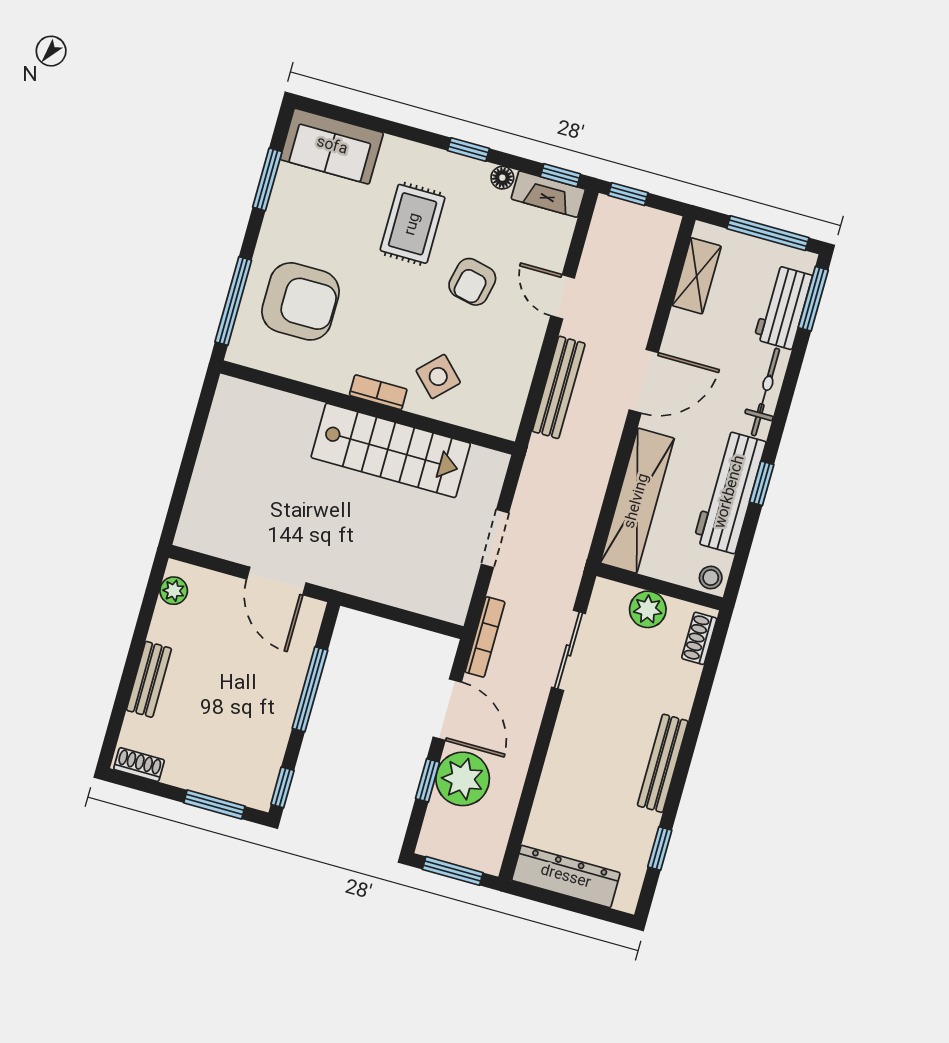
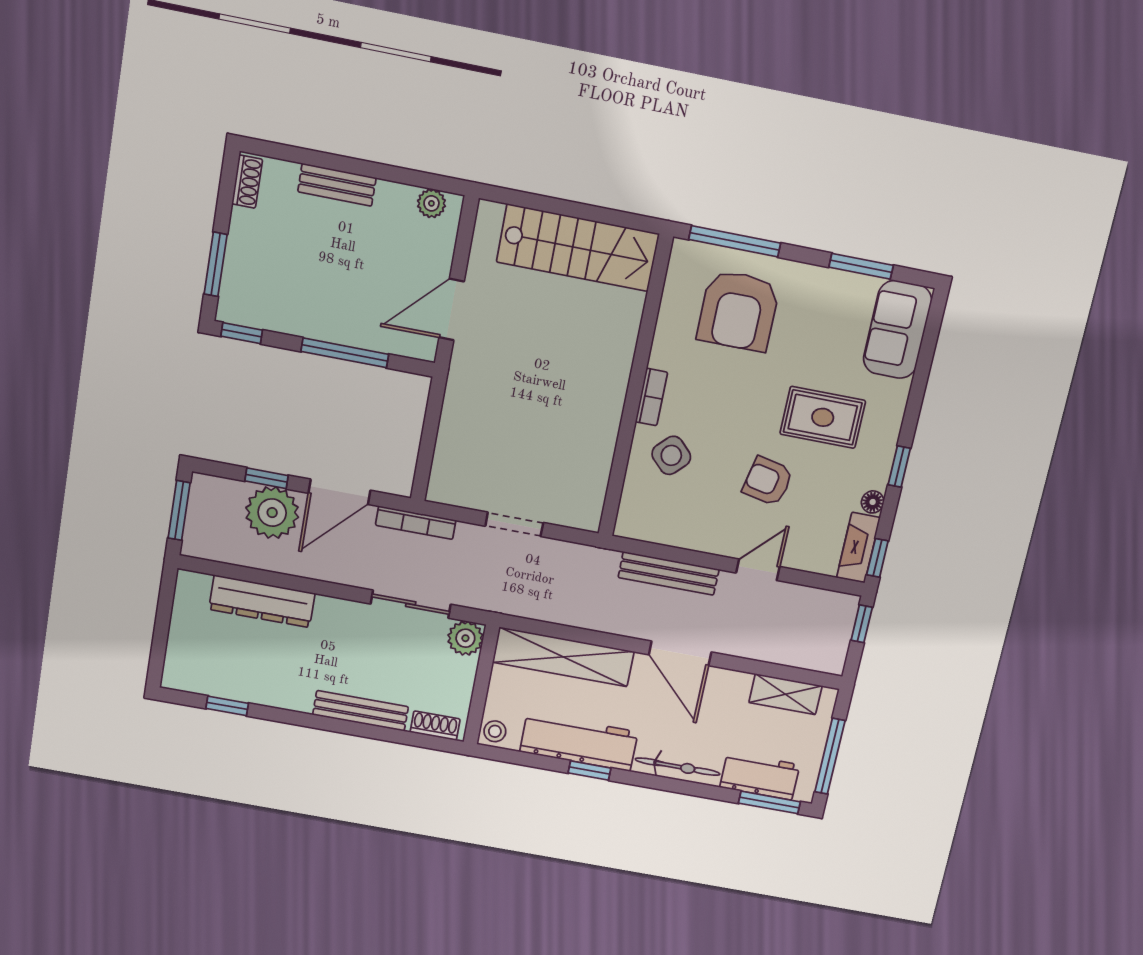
stairs: (391, 450) -> (578, 248), moved, turned -90
plant: (648, 609) -> (465, 638), moved
bench: (663, 763) -> (361, 711), moved
dresser: (566, 877) -> (262, 601), moved, turned 90

